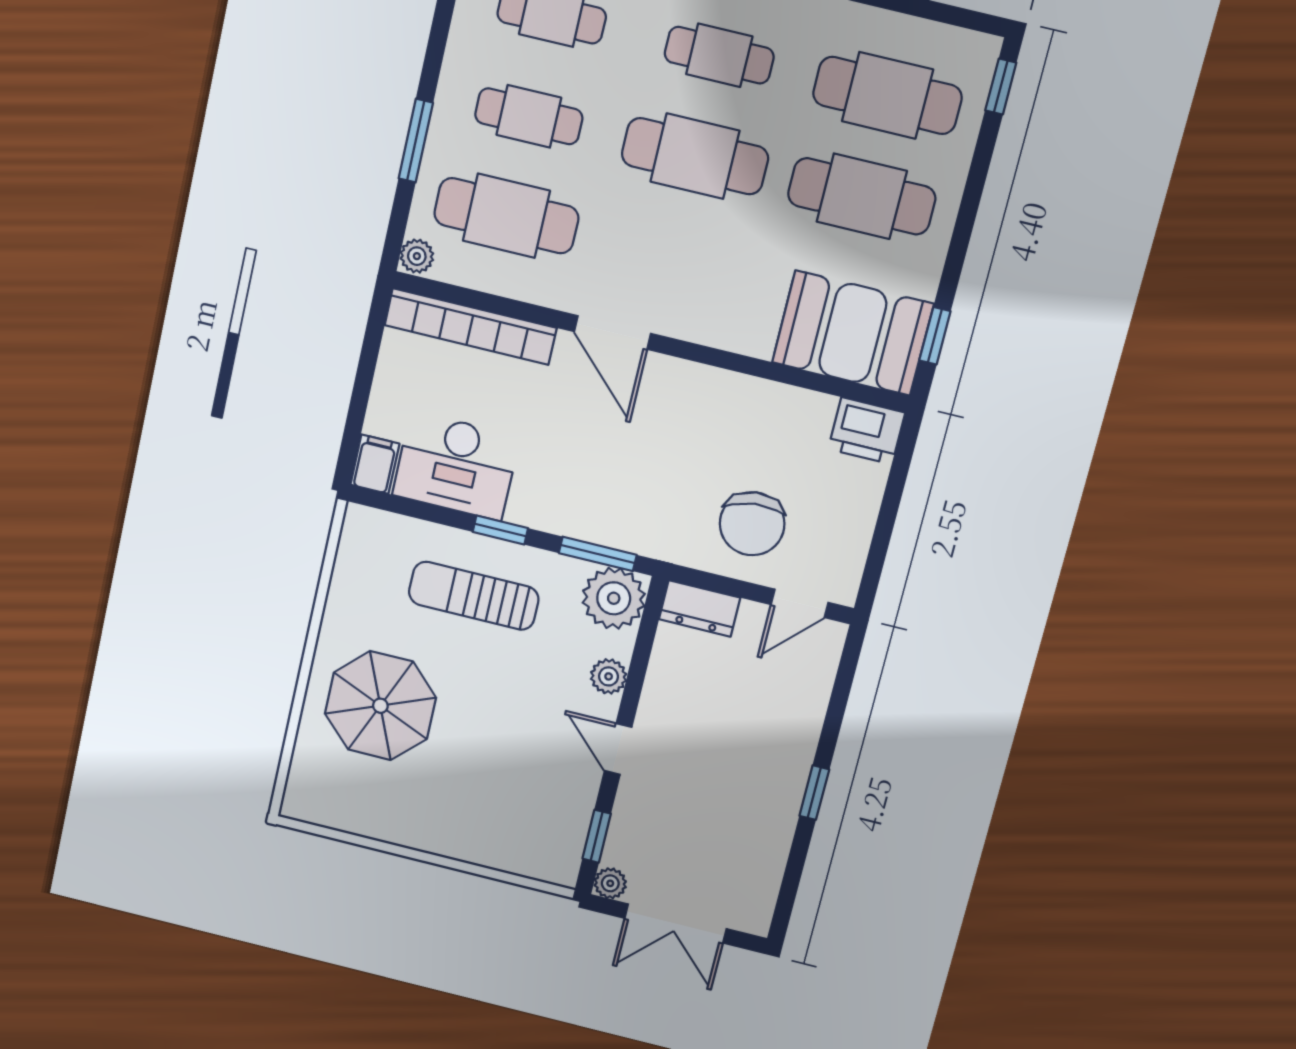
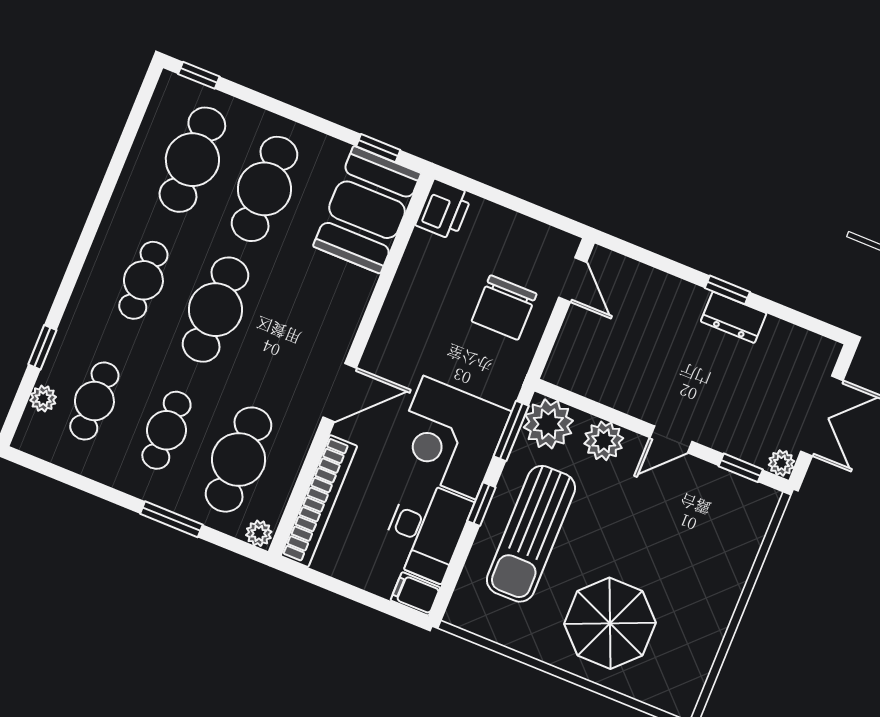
corner desk: (577, 479) -> (450, 438), added
chair: (752, 524) -> (504, 307), turned 96
sun lounger: (474, 596) -> (531, 534), width x1.36, depth x1.34
dresser: (700, 608) -> (734, 317), moved, turned 90
plant: (609, 676) -> (604, 441), width x1.38, depth x1.38

